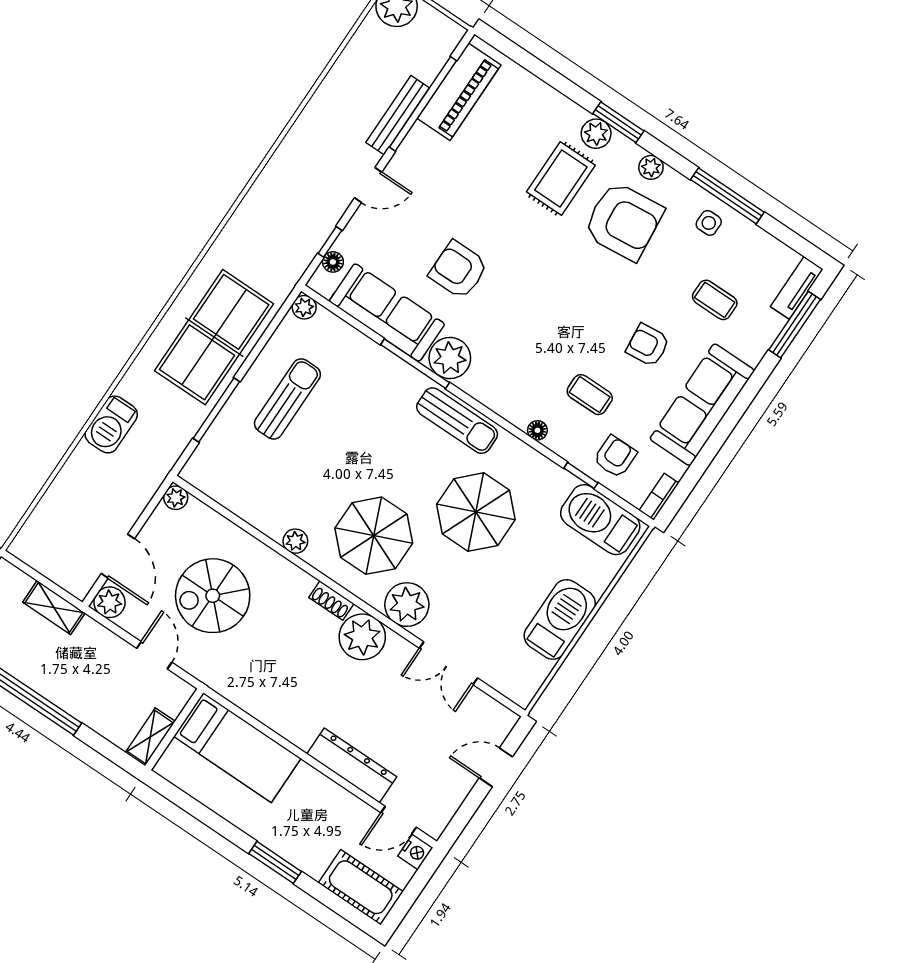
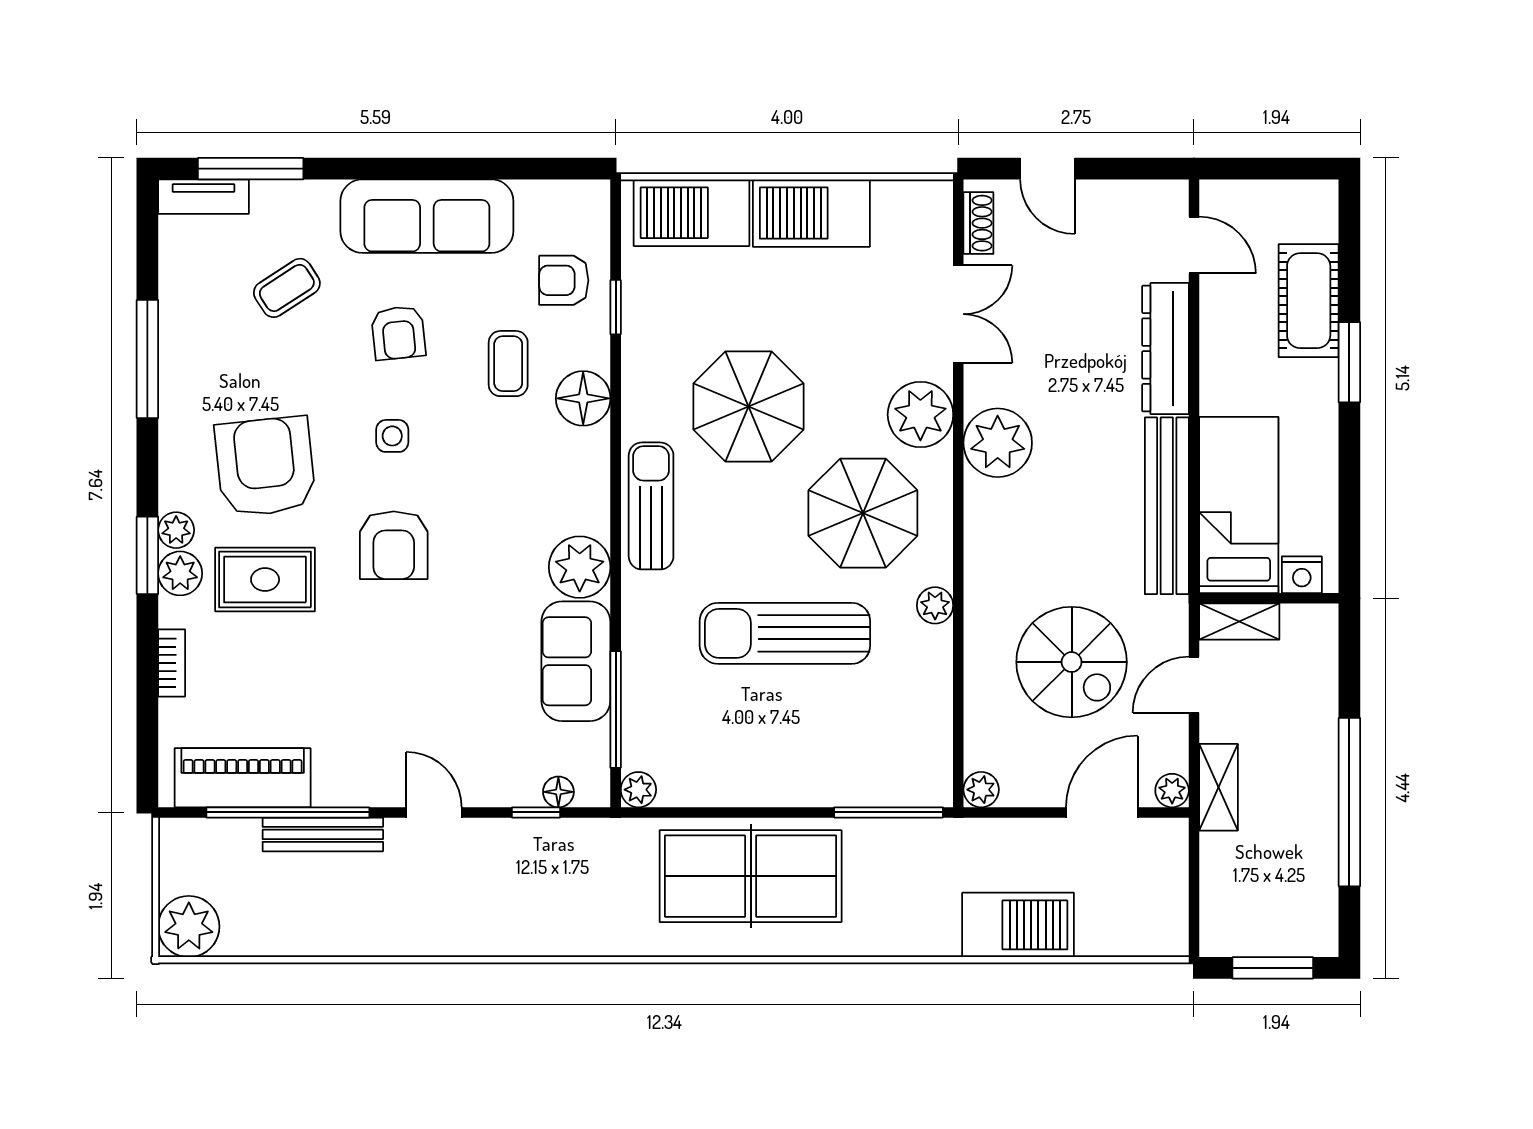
plant: (651, 167) -> (176, 530), moved
side table: (709, 223) -> (392, 436), moved
armchair: (458, 270) -> (394, 545), moved
coffee table: (715, 300) -> (287, 288), turned 57
sofa: (387, 313) -> (576, 661), width x0.73
window: (415, 364) -> (616, 710), moved
sun lounger: (287, 399) -> (785, 633), moved, width x1.36, depth x1.34
window: (216, 410) -> (889, 812), moved
barbecue: (111, 424) -> (1018, 925), moved, width x1.37, depth x1.21
floor lamp: (537, 430) -> (583, 398), width x1.89, depth x1.89
bookcase: (659, 497) -> (172, 663), moved, turned -90
barbecue: (600, 520) -> (692, 213), moved, turned 90
shoe rack: (331, 600) -> (978, 223), moved
plant: (110, 602) -> (1172, 791), width x0.73, depth x0.73
shelving: (54, 607) -> (1219, 787), moved
bench: (264, 707) -> (1167, 506), added
shelving: (150, 737) -> (1239, 621), moved
nightstand: (415, 852) -> (1302, 575), moved, turned 180
cot: (361, 887) -> (1309, 301), moved

